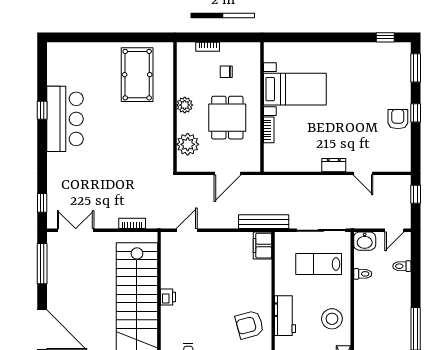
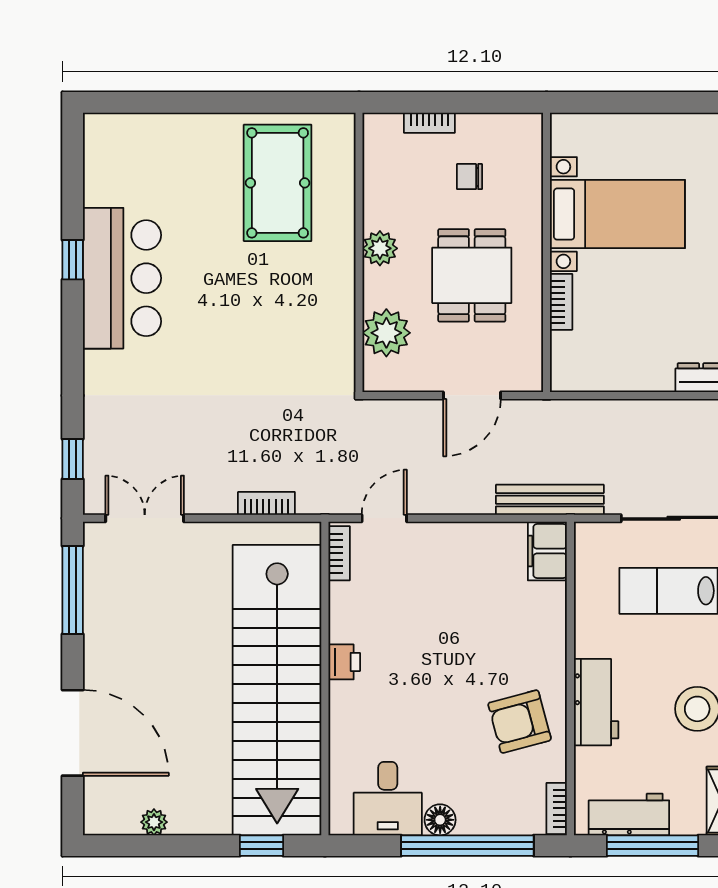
bookcase: (166, 247) -> (339, 553), added

